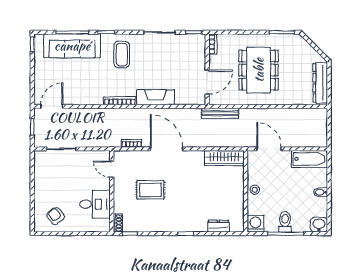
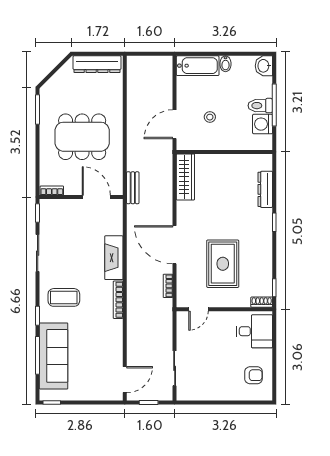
door: (52, 106) -> (125, 380), swing flipped
bench: (220, 113) -> (133, 188), width x0.73
door: (167, 149) -> (175, 245), hinge flipped
bathtub: (309, 159) -> (198, 66), moved, turned 90
rug: (150, 190) -> (223, 264), width x1.36, depth x1.43
stool: (255, 190) -> (210, 117), moved
desk: (95, 204) -> (254, 331), moved, turned 90
armchair: (56, 216) -> (254, 375), turned -143
washing machine: (256, 224) -> (263, 124), moved
dresser: (218, 226) -> (265, 189), width x1.44

